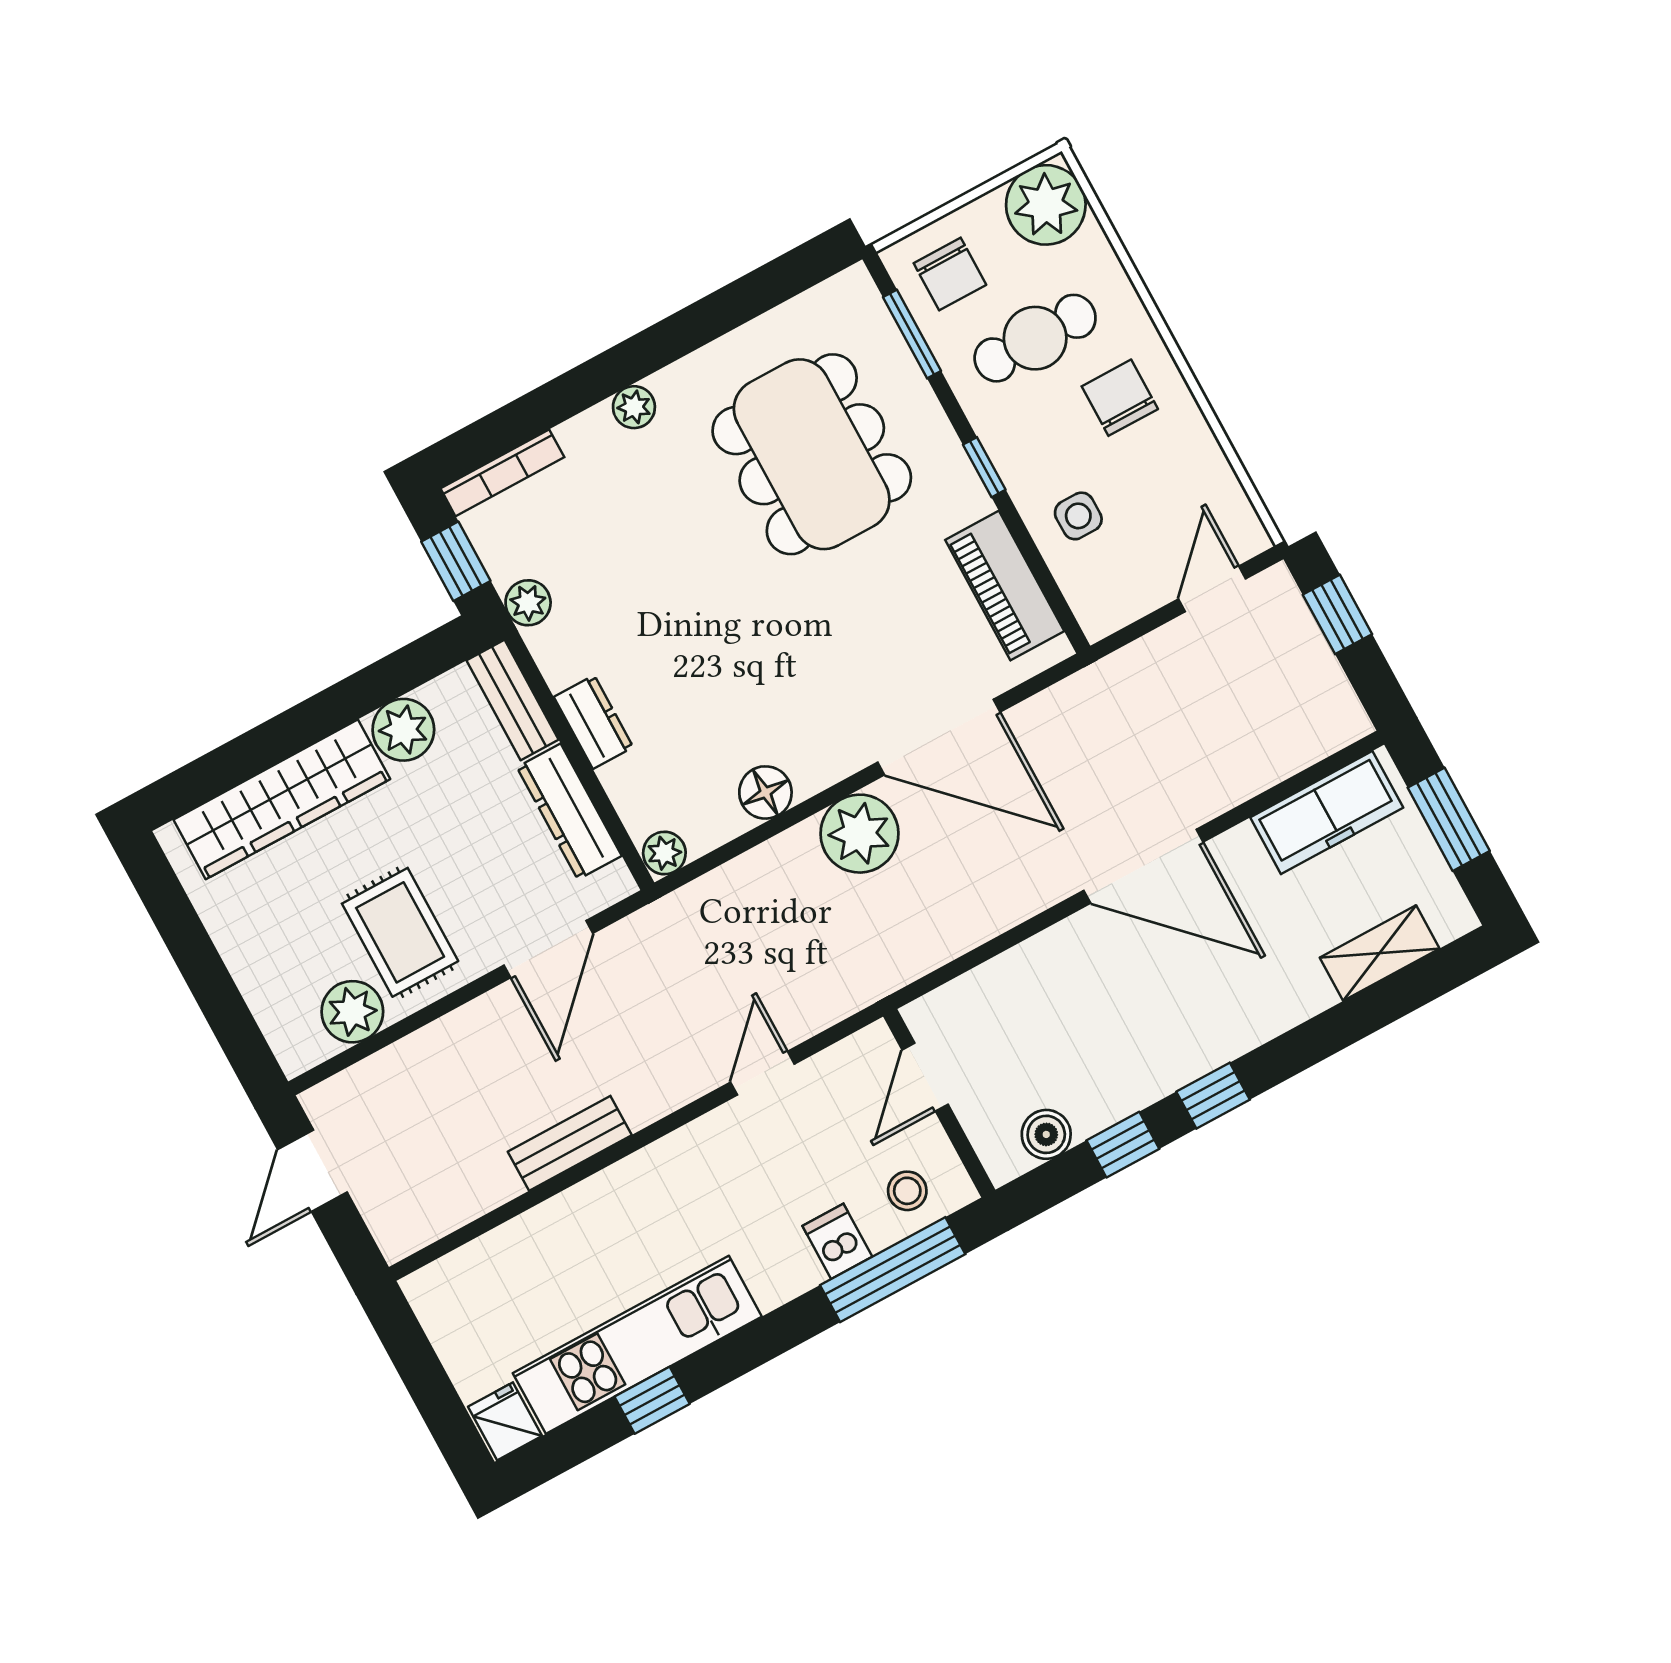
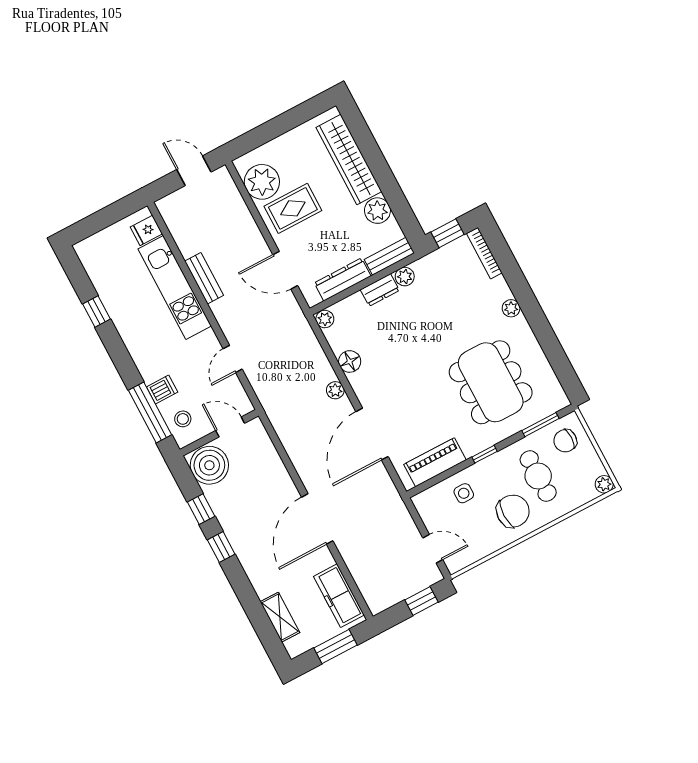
plant: (1046, 205) -> (604, 484), width x0.53, depth x0.53
chair: (1120, 398) -> (513, 511), width x1.37, depth x1.37
dining table: (812, 454) -> (491, 382), turned 90
plant: (528, 603) -> (405, 277), moved
plant: (859, 834) -> (335, 390), width x0.53, depth x0.53
plant: (352, 1012) -> (262, 182), width x1.36, depth x1.36
door: (762, 1073) -> (233, 359), swing flipped
boiler: (1046, 1134) -> (209, 465), width x1.86, depth x1.86
kitchen unit: (637, 1345) -> (175, 288), moved, turned 180
fridge: (505, 1421) -> (146, 230), moved, turned 180

